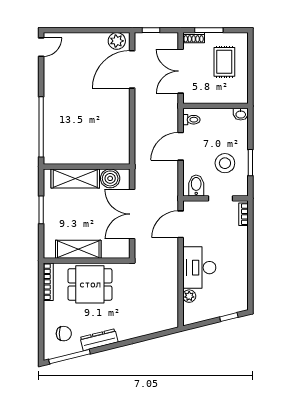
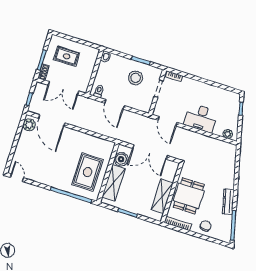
rug: (79, 139) -> (88, 172), added
bidet: (196, 185) -> (144, 102), removed
plant: (189, 296) -> (228, 134), moved
chair: (64, 334) -> (206, 226), moved

